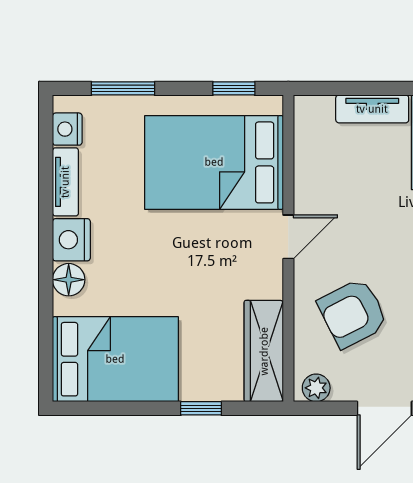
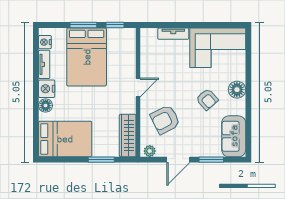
window: (123, 88) -> (83, 25), moved
bed: (214, 162) -> (87, 57), moved, turned -90
window: (201, 408) -> (101, 160), width x1.50

